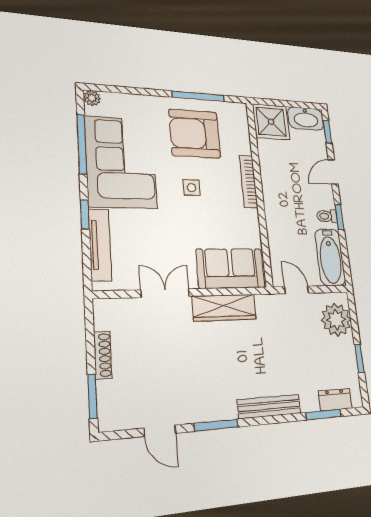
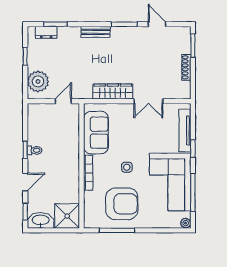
bathtub: (330, 257) -> (36, 122), removed
sofa: (231, 268) -> (96, 133), moved, turned -90
door: (297, 290) -> (63, 101), swing flipped
bench: (269, 406) -> (96, 32), width x0.73

